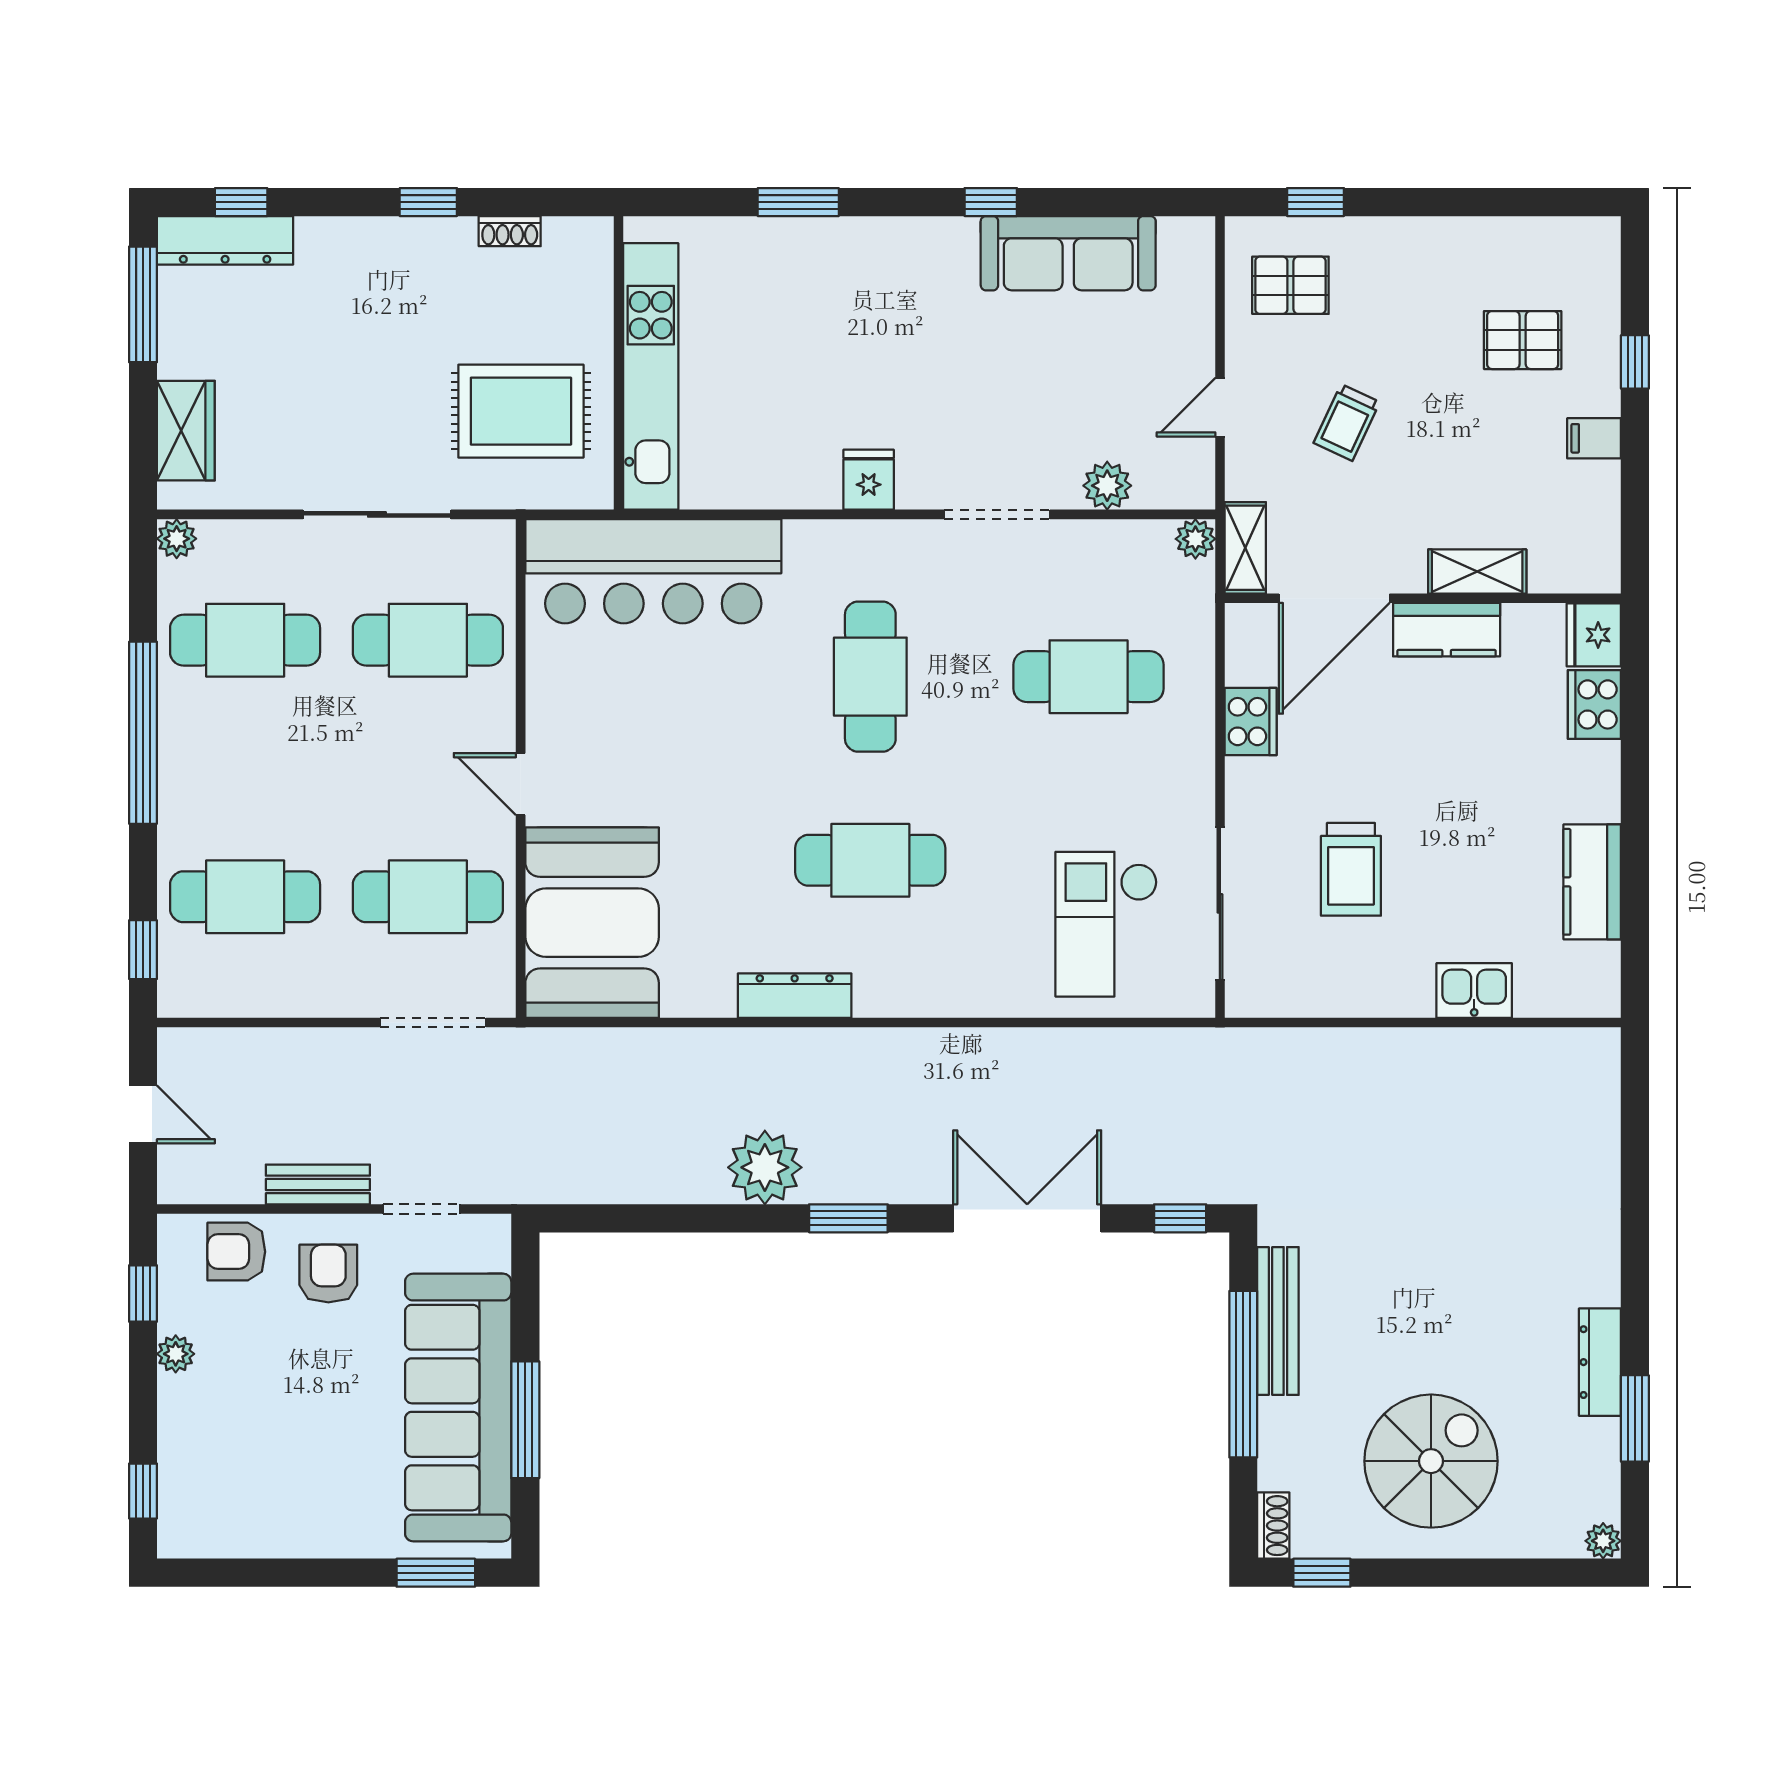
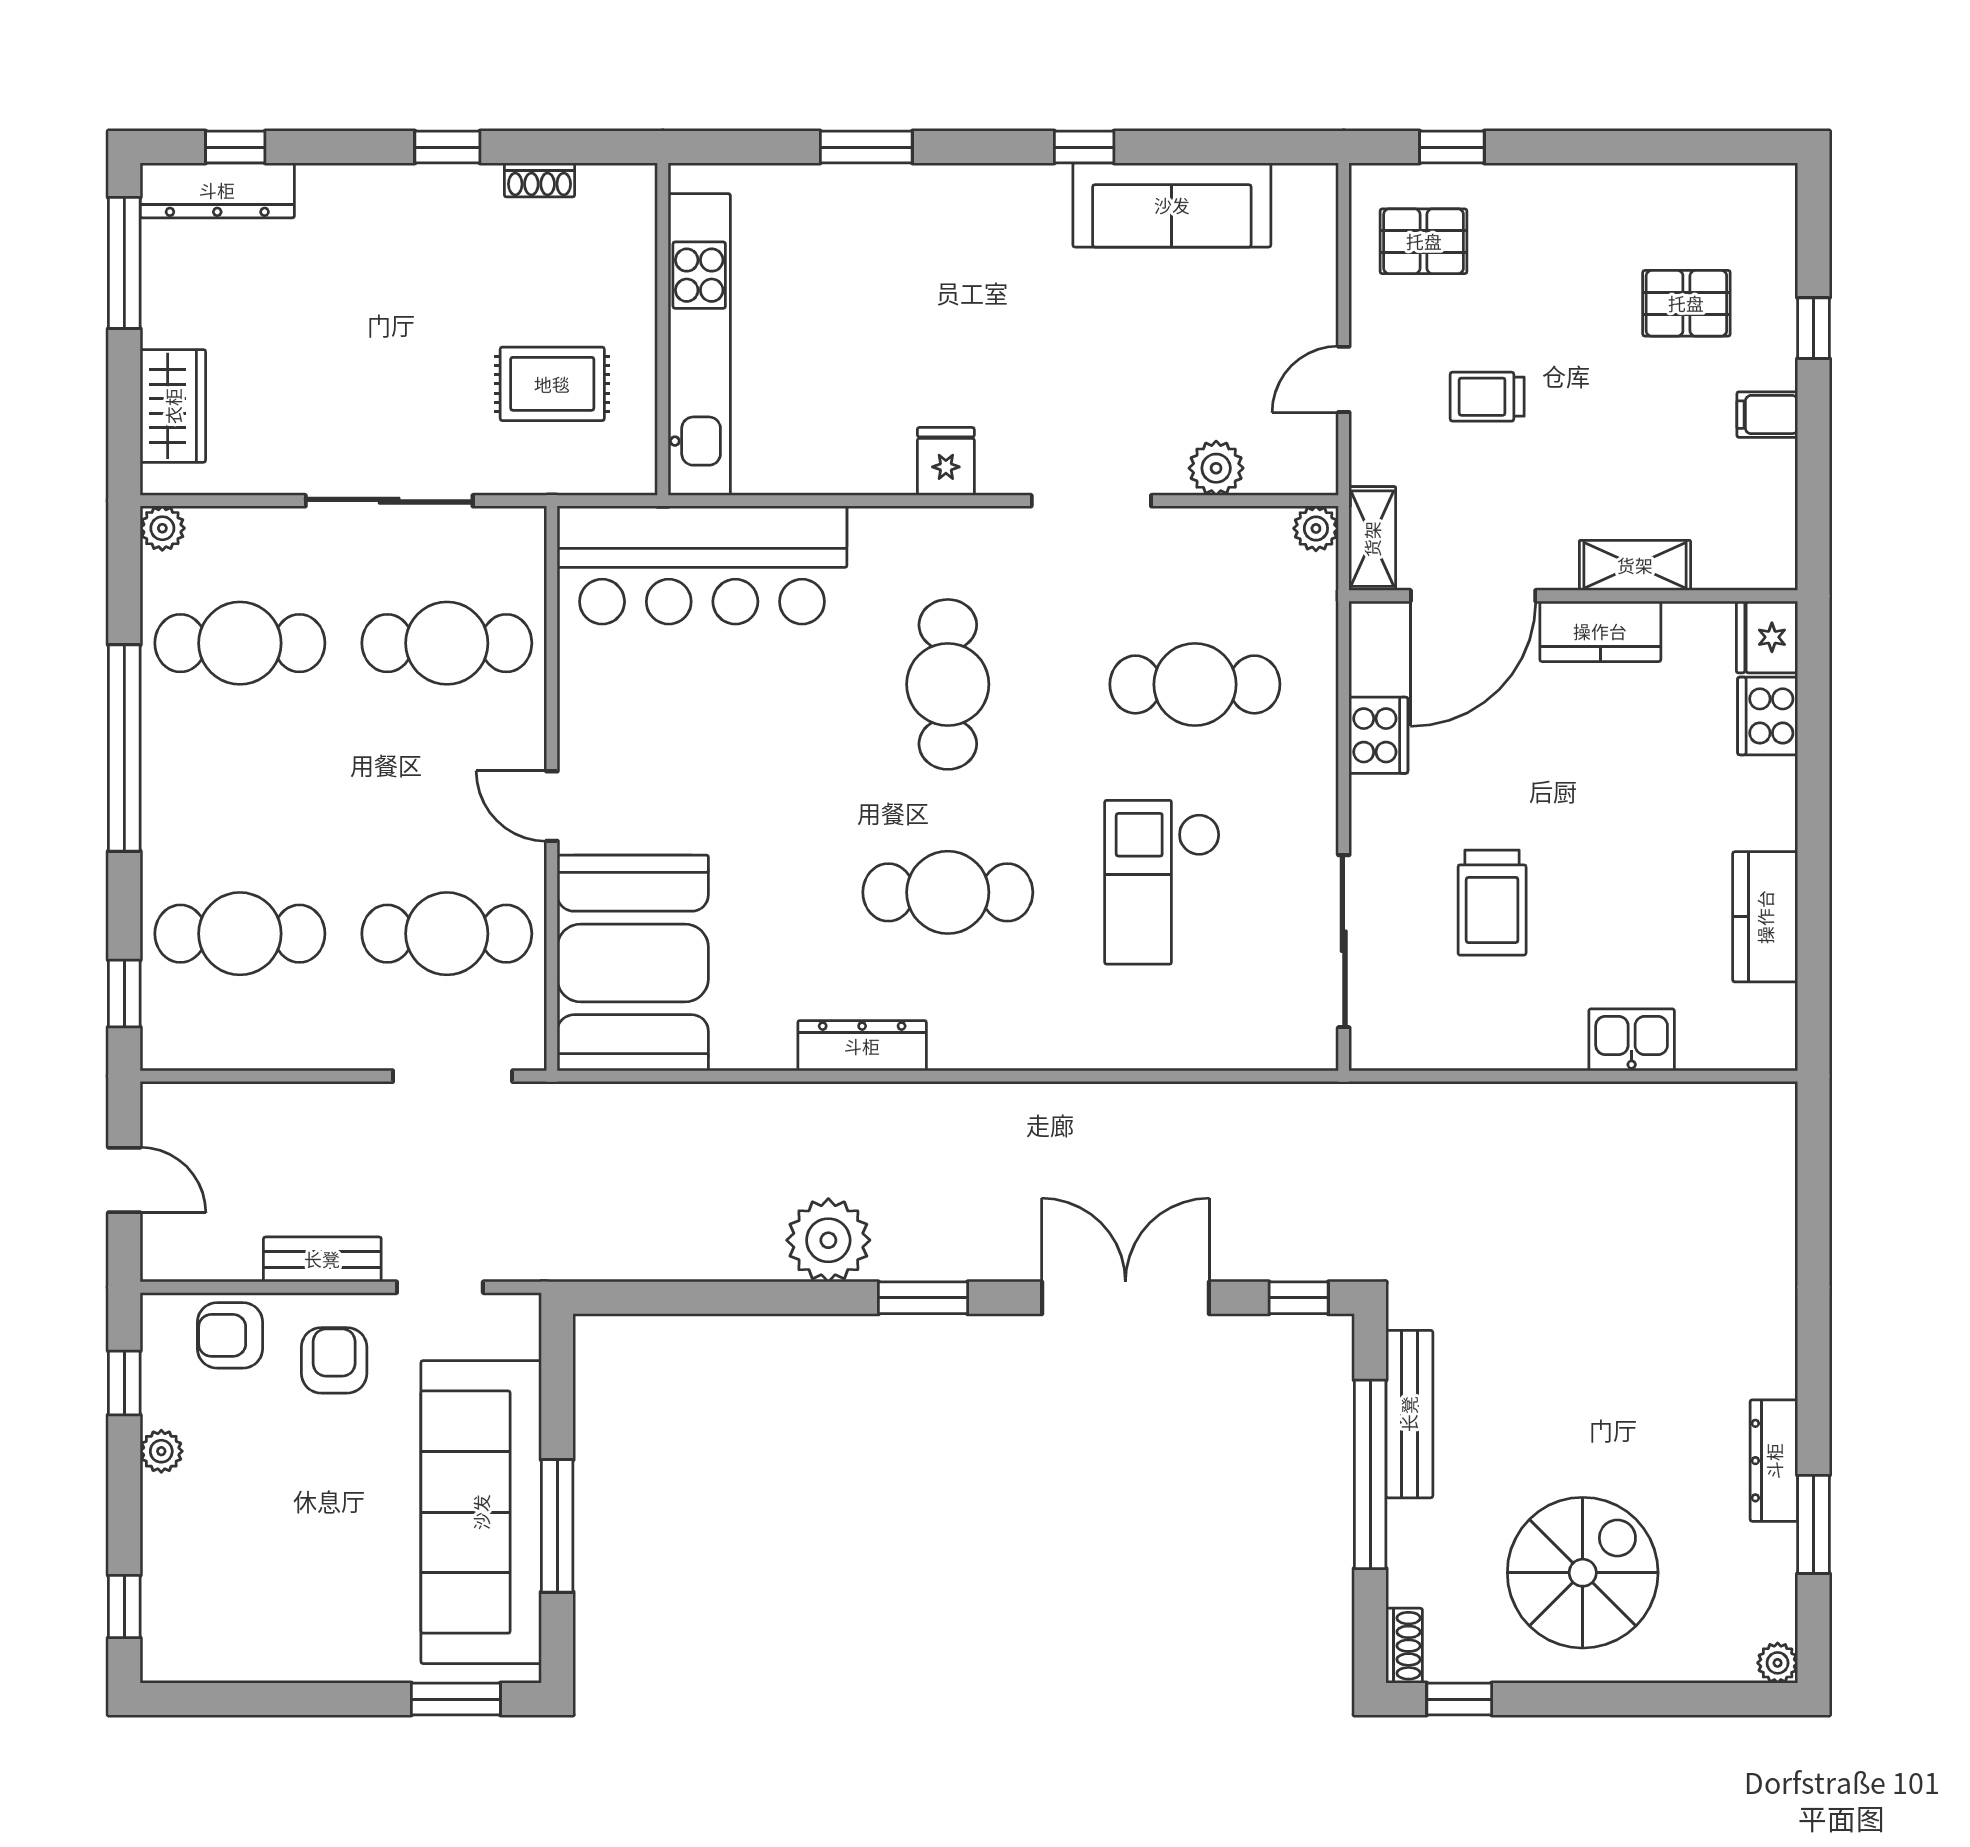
rug: (521, 411) -> (552, 384), width x0.73, depth x0.70
trolley: (1347, 422) -> (1487, 397), turned 65
checkout: (1106, 924) -> (1162, 882), moved

